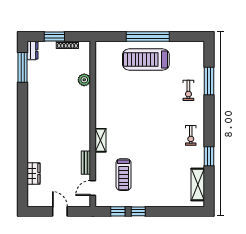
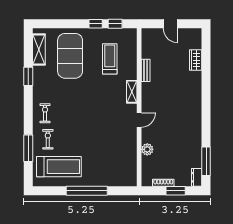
treadmill: (146, 59) -> (59, 167), moved
exercise bike: (191, 135) -> (45, 113), moved
exercise mat: (165, 178) -> (70, 56), added
door: (93, 188) -> (139, 120), moved

